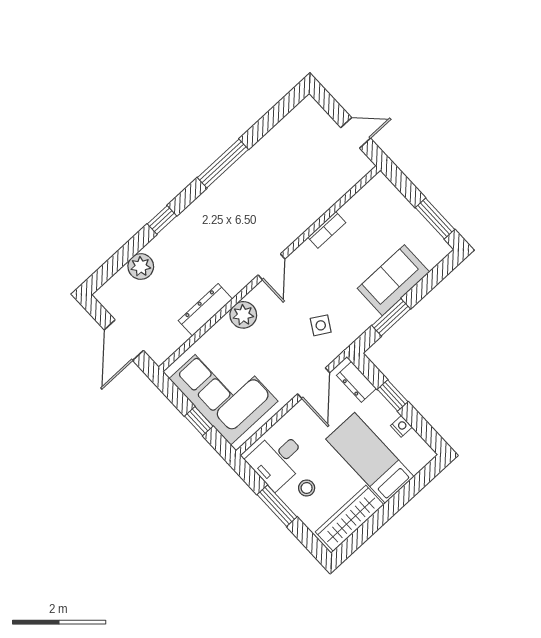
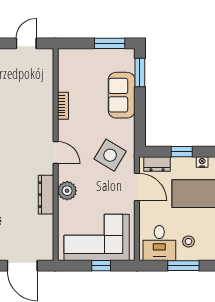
dresser: (205, 310) -> (46, 195), moved
window: (391, 317) -> (140, 72), moved
side table: (321, 325) -> (110, 155), width x1.87, depth x1.87

